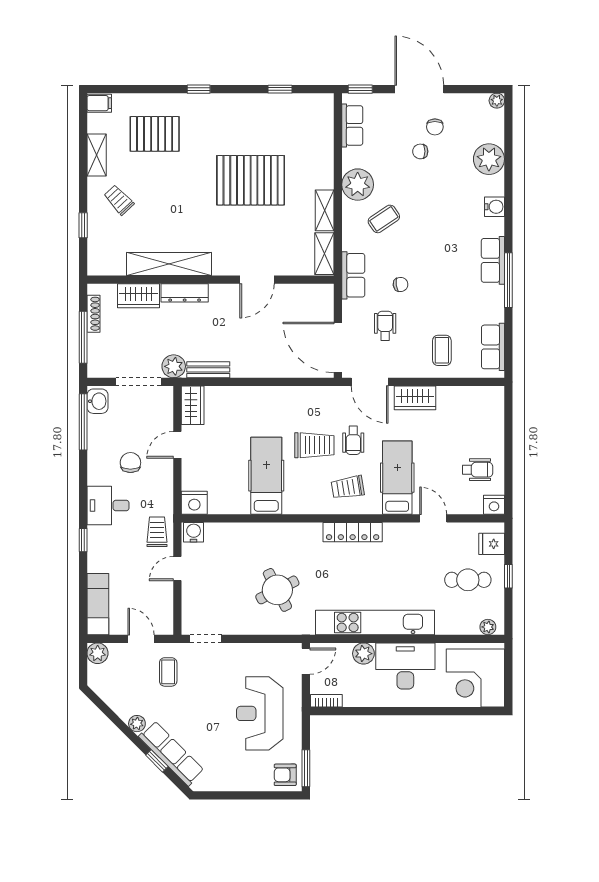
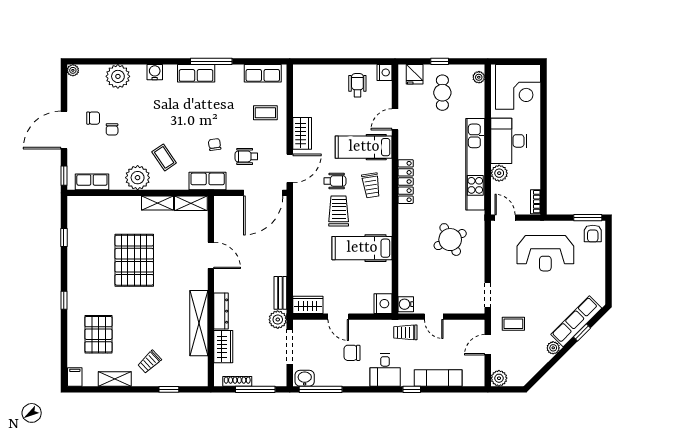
exam couch: (98, 604) -> (438, 378), moved

